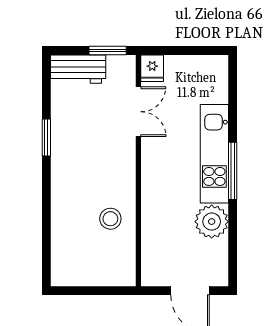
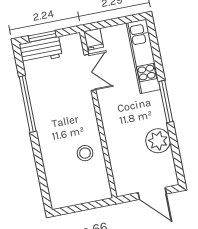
window: (108, 51) -> (42, 36), moved
window: (46, 138) -> (28, 104), width x2.11
kitchen unit: (214, 154) -> (143, 56), moved

